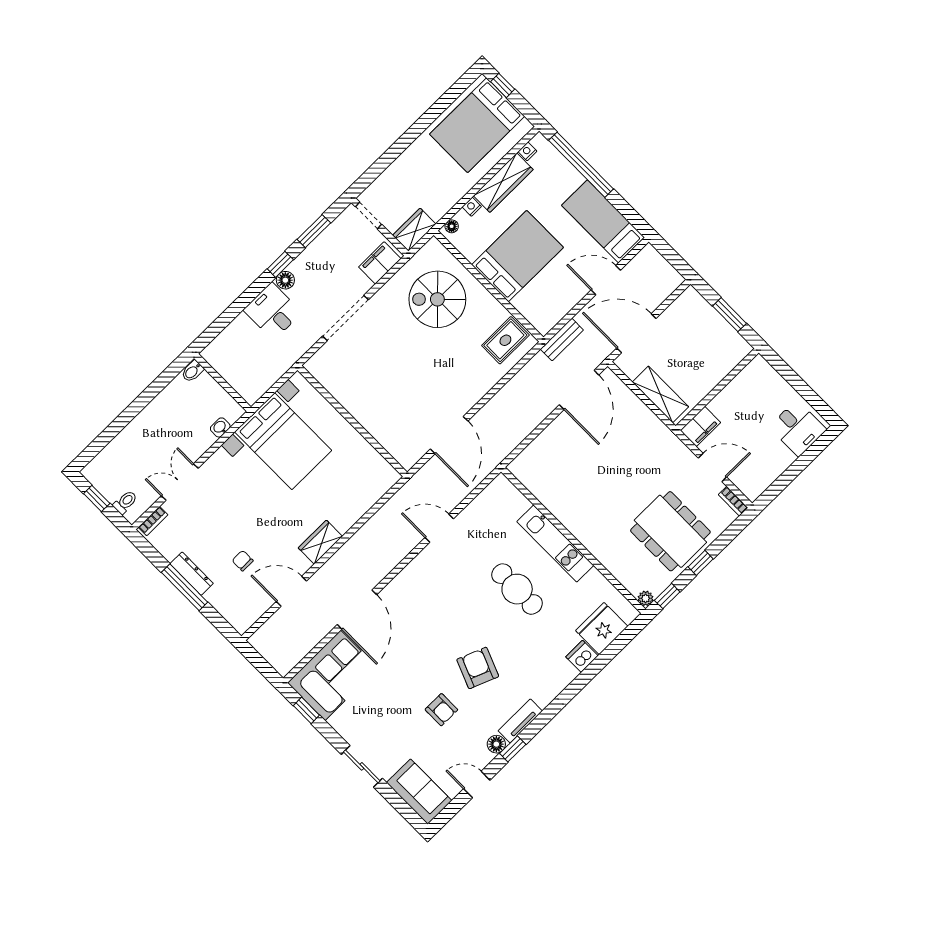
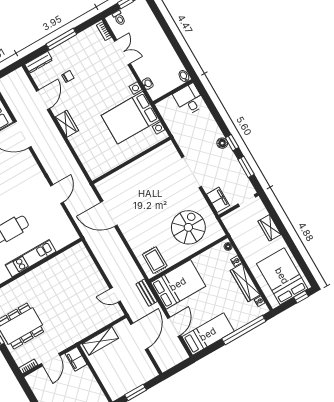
wardrobe: (414, 230) -> (269, 228), moved, turned 180
bed: (517, 256) -> (178, 284), moved, turned -90
desk: (273, 311) -> (189, 99), moved, turned -90
door: (579, 390) -> (115, 295), width x0.53
dresser: (192, 574) -> (39, 62), moved

